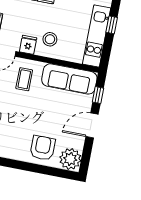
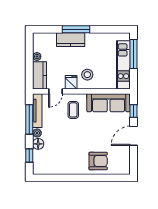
window: (112, 25) -> (134, 54), width x2.17
armchair: (43, 148) -> (98, 161), turned 90
plant: (70, 159) -> (122, 165), removed

